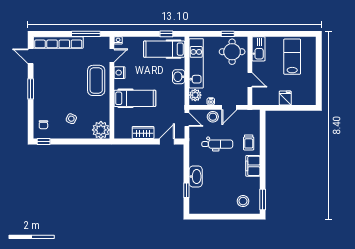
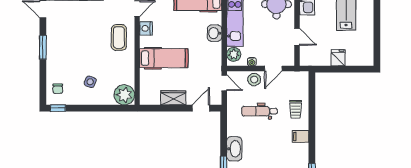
coffee table: (96, 80) -> (119, 38), width x0.73, depth x0.76
dental chair: (217, 144) -> (259, 111), turned 180
filing cabinet: (253, 166) -> (301, 136), width x0.50

